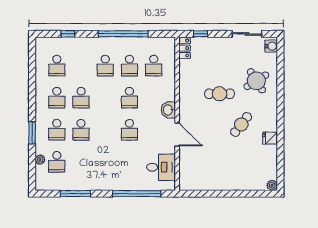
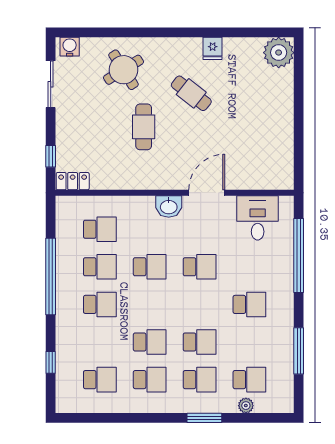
school desk: (105, 162) -> (249, 304), added
plant: (272, 185) -> (279, 53), width x1.88, depth x1.88

